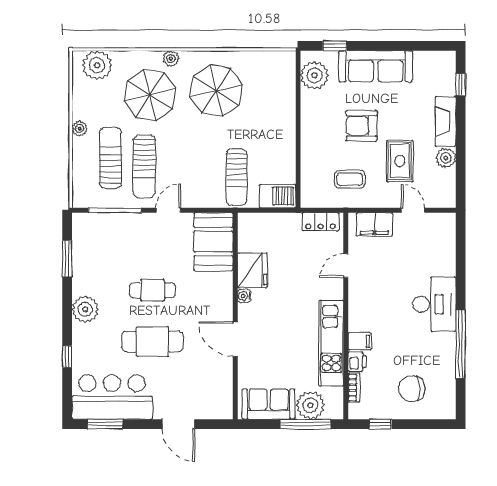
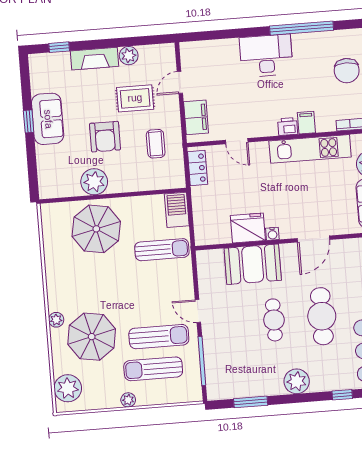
window: (335, 46) -> (29, 121), moved
sofa: (376, 66) -> (48, 119), width x0.73
plant: (314, 75) -> (94, 182), moved
parasol: (216, 91) -> (96, 229), moved
booth: (213, 242) -> (253, 264), moved
printer: (357, 362) -> (288, 126), moved

